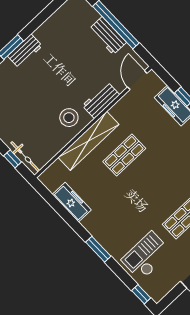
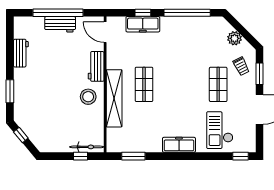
workbench: (25, 51) -> (21, 53), moved
freezer: (72, 202) -> (179, 145), moved
window: (98, 249) -> (133, 156), moved

